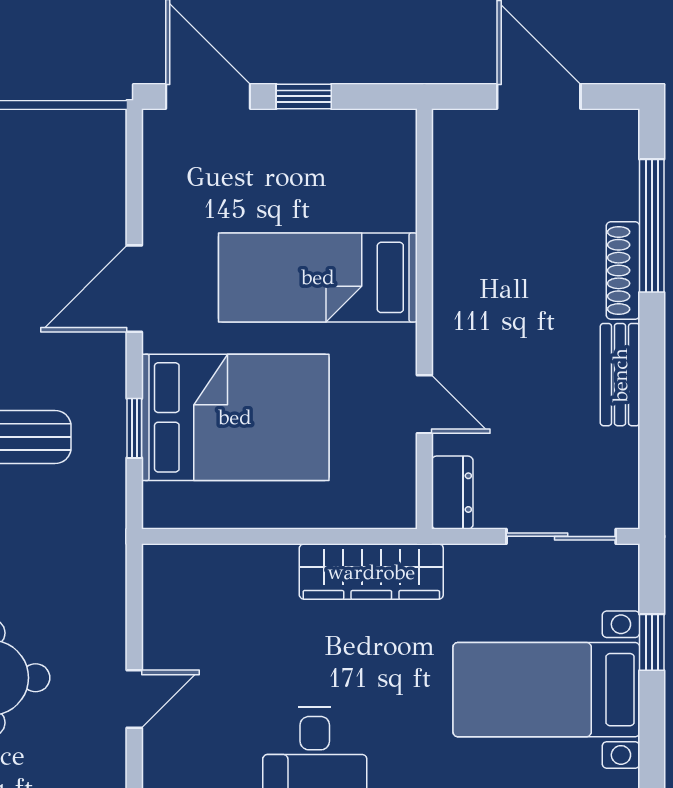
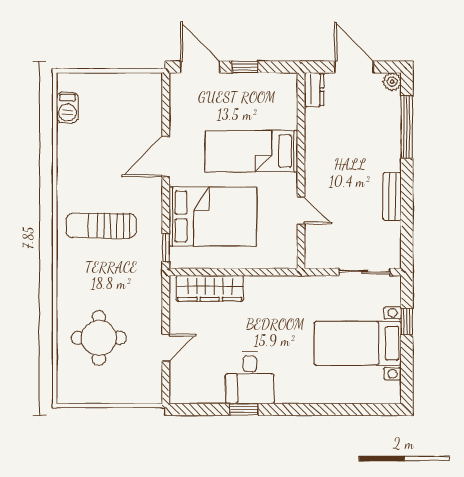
plant: (620, 128) -> (392, 82), added
shoe rack: (623, 270) -> (394, 148), removed
window: (134, 428) -> (166, 248), moved
dresser: (452, 493) -> (314, 90), moved
wardrobe: (371, 572) -> (210, 288), moved

